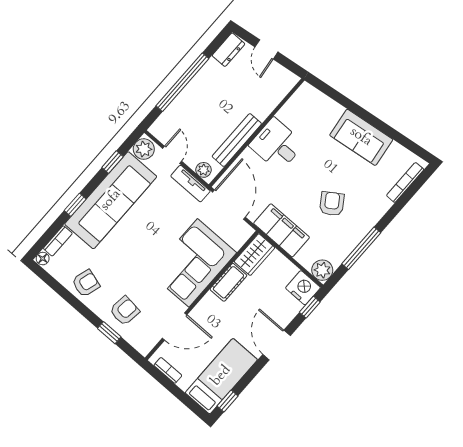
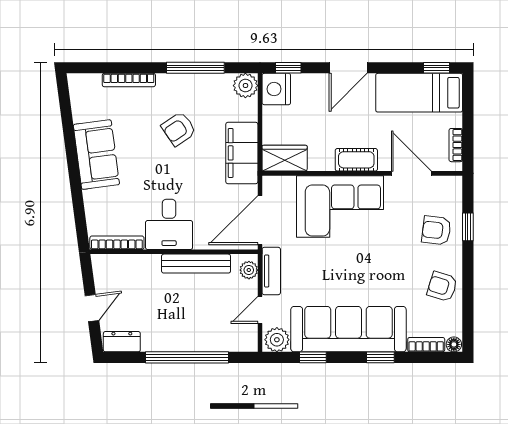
bookcase: (294, 101) -> (117, 243), added
bookcase: (405, 182) -> (129, 80), moved
cot: (228, 282) -> (356, 160), moved

